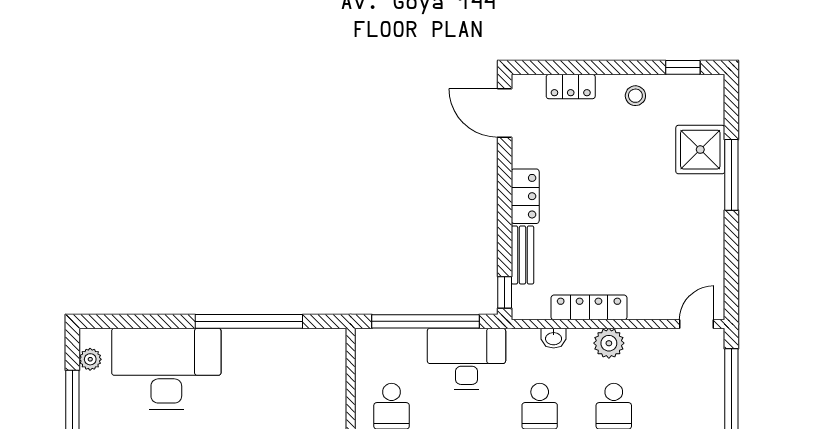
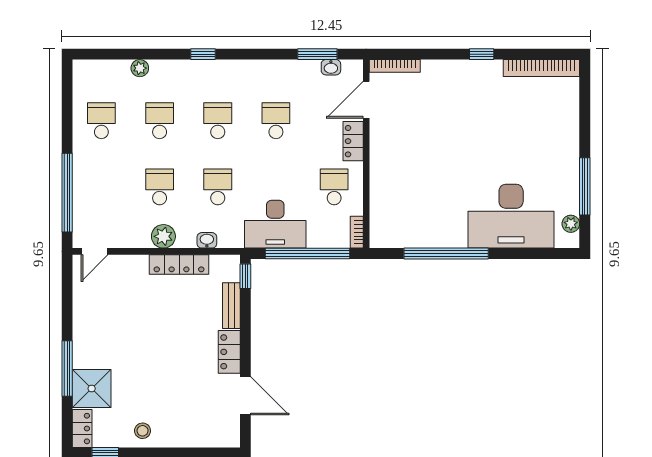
locker: (571, 87) -> (82, 429), moved, turned 90
door: (505, 113) -> (245, 396), moved
bookcase: (363, 348) -> (357, 232), added

